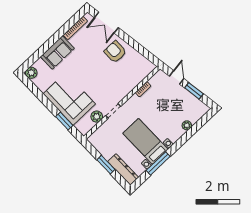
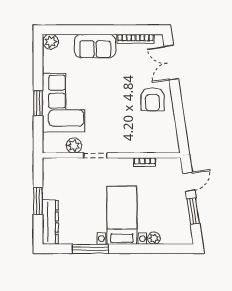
armchair: (115, 52) -> (152, 99), turned 180
window: (64, 121) -> (38, 103), moved
bed with nightstands: (145, 141) -> (122, 215), moved

